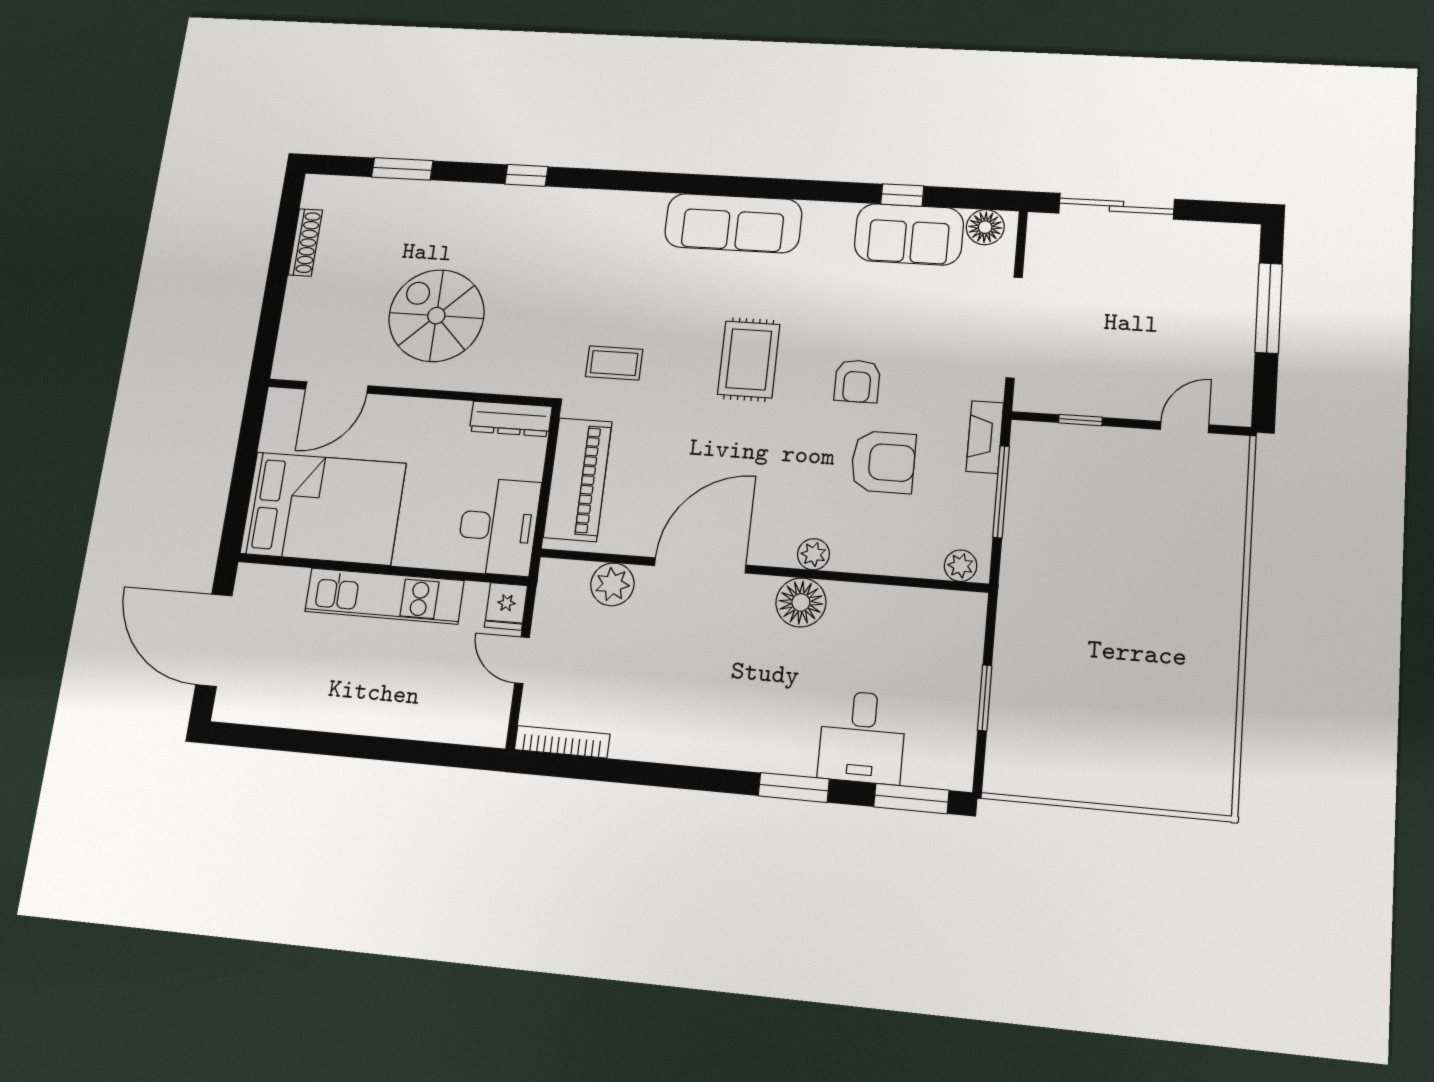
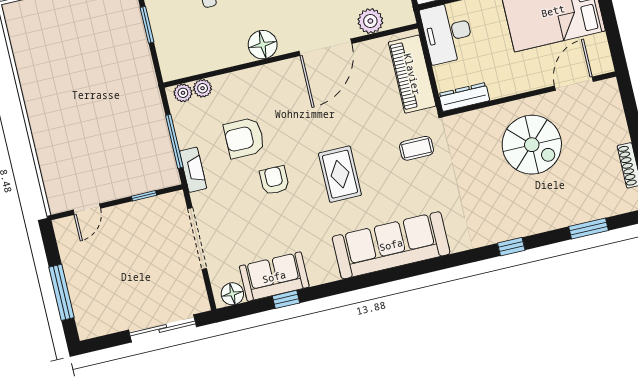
sofa: (733, 223) -> (391, 245), width x1.36, depth x1.27
plant: (813, 554) -> (203, 88), moved

